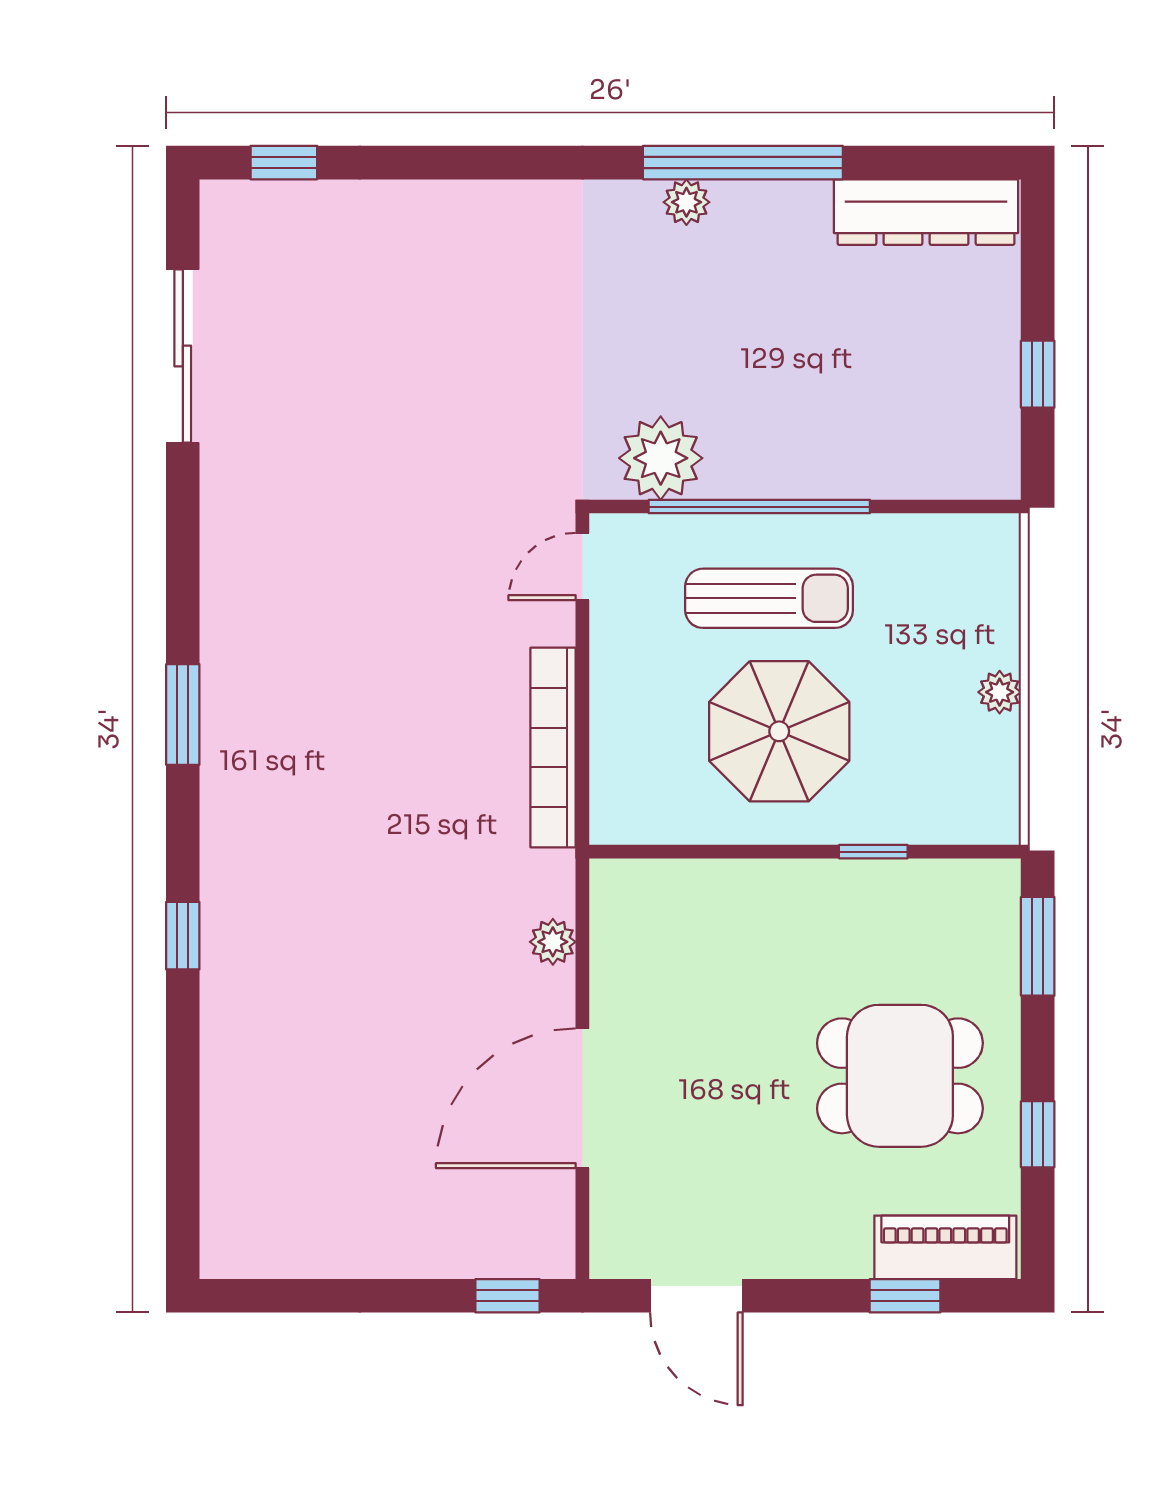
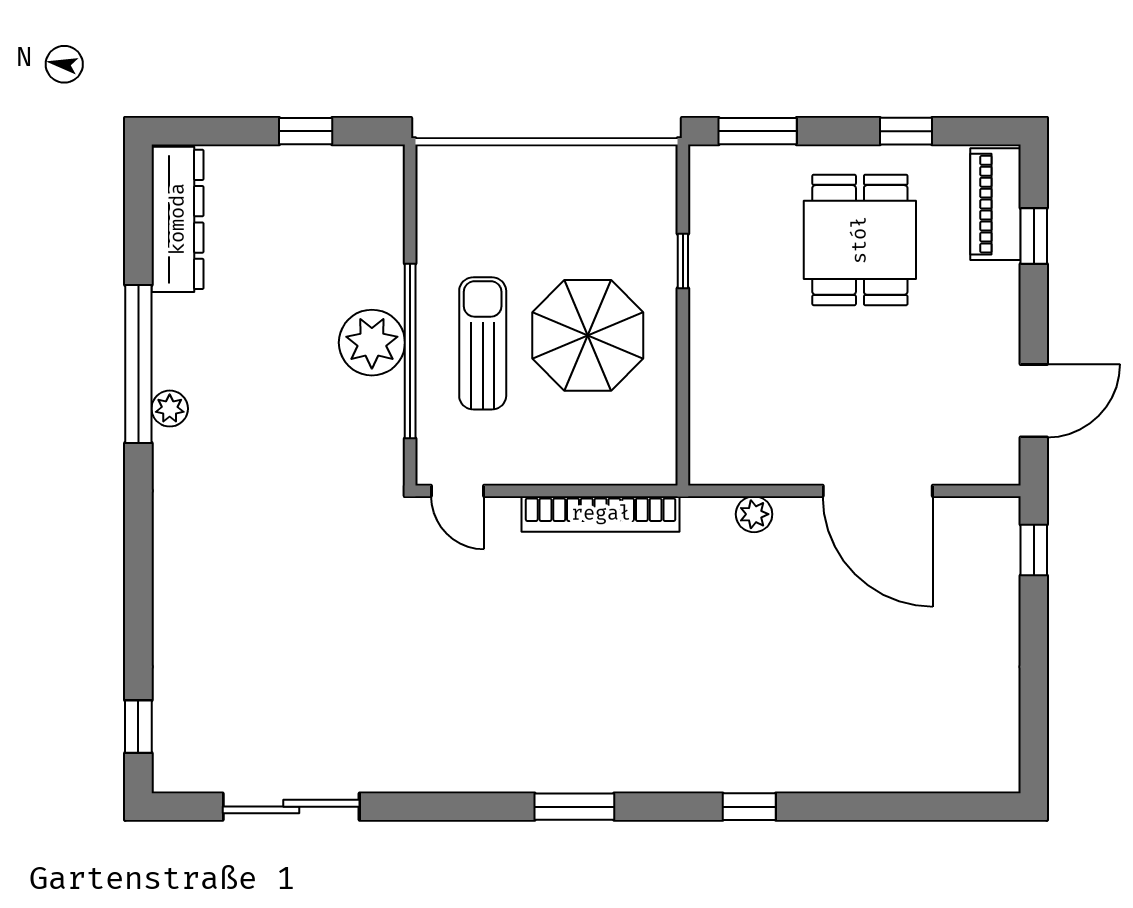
plant: (661, 458) -> (372, 343), moved
plant: (1000, 692) -> (557, 161), removed

